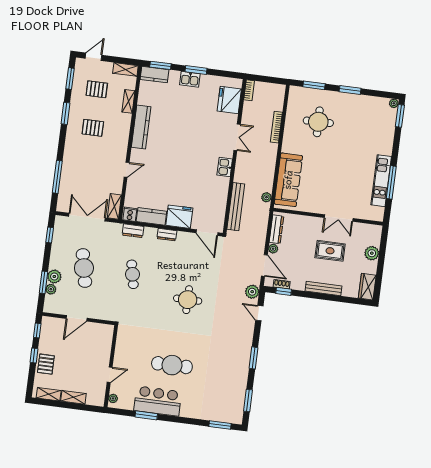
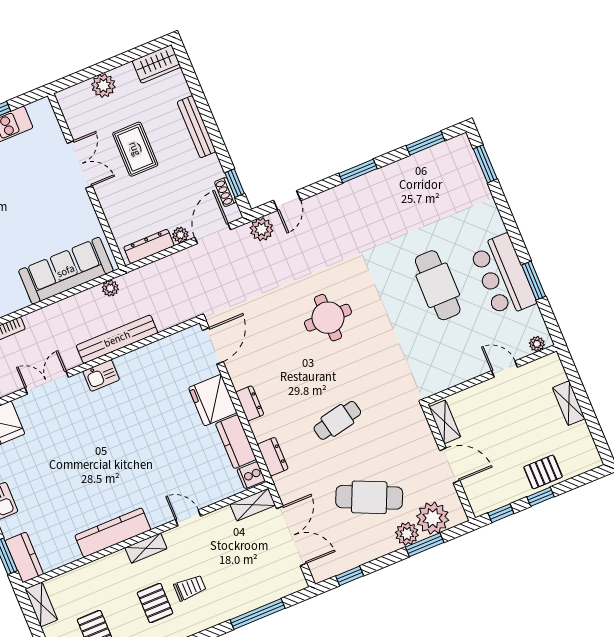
shelving: (128, 101) -> (146, 548), moved
trolley: (90, 150) -> (190, 588), added
bench: (236, 207) -> (117, 339), moved
double door: (87, 217) -> (292, 536), swing flipped
cafe table: (84, 268) -> (369, 497), turned 36
plant: (51, 289) -> (433, 518), width x1.87, depth x1.87
shelving: (49, 394) -> (445, 422), moved

